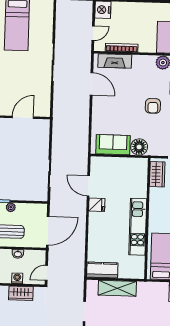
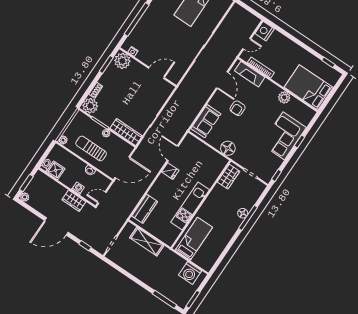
armchair: (153, 106) -> (238, 108), moved
sofa: (113, 145) -> (206, 121), moved, turned 90
wardrobe: (30, 194) -> (126, 132), added
kitchen counter: (102, 270) -> (145, 209), moved, turned 90

